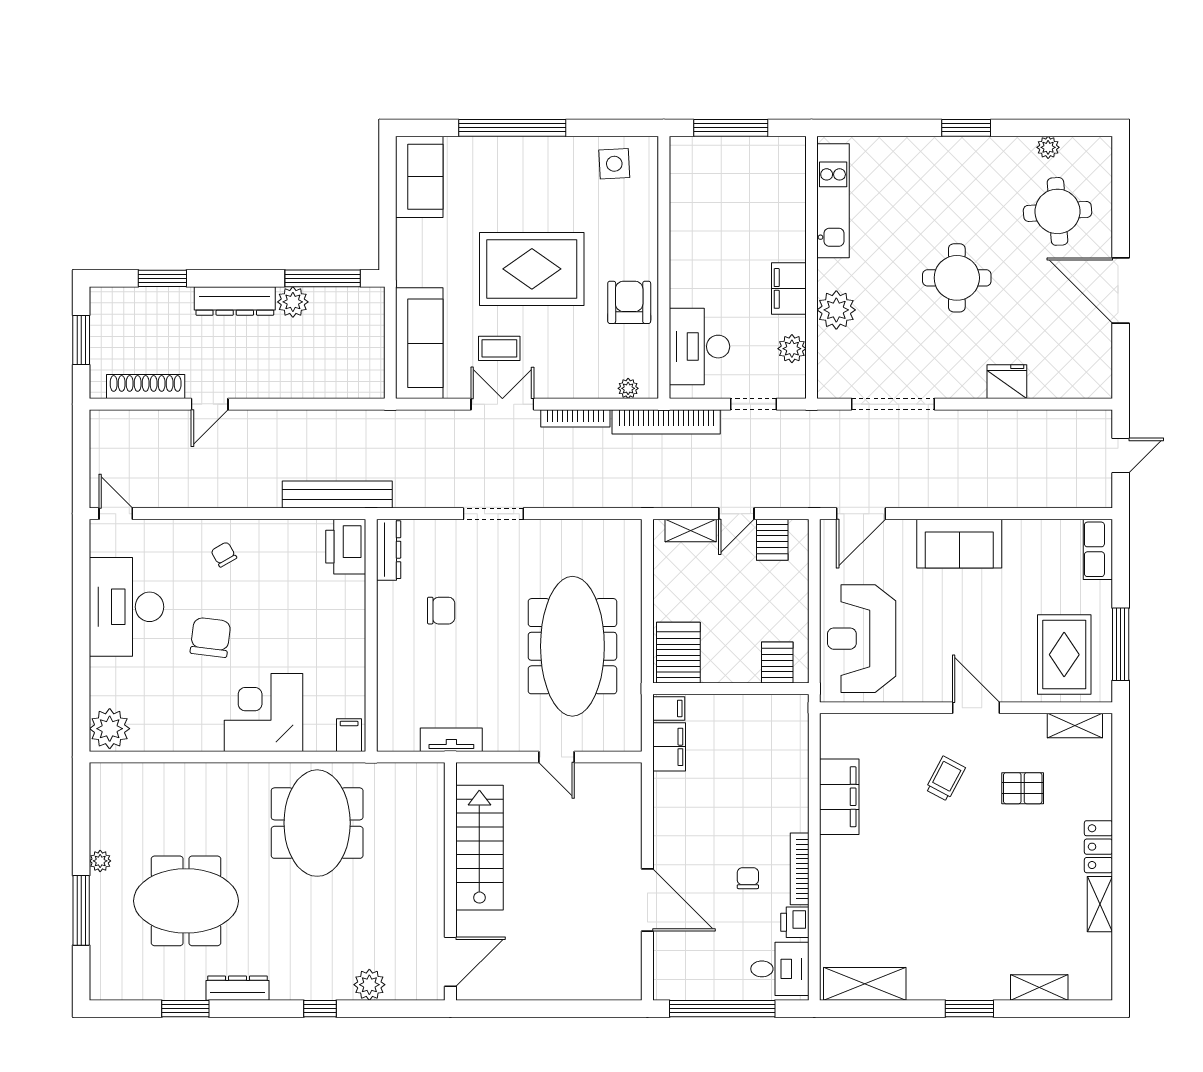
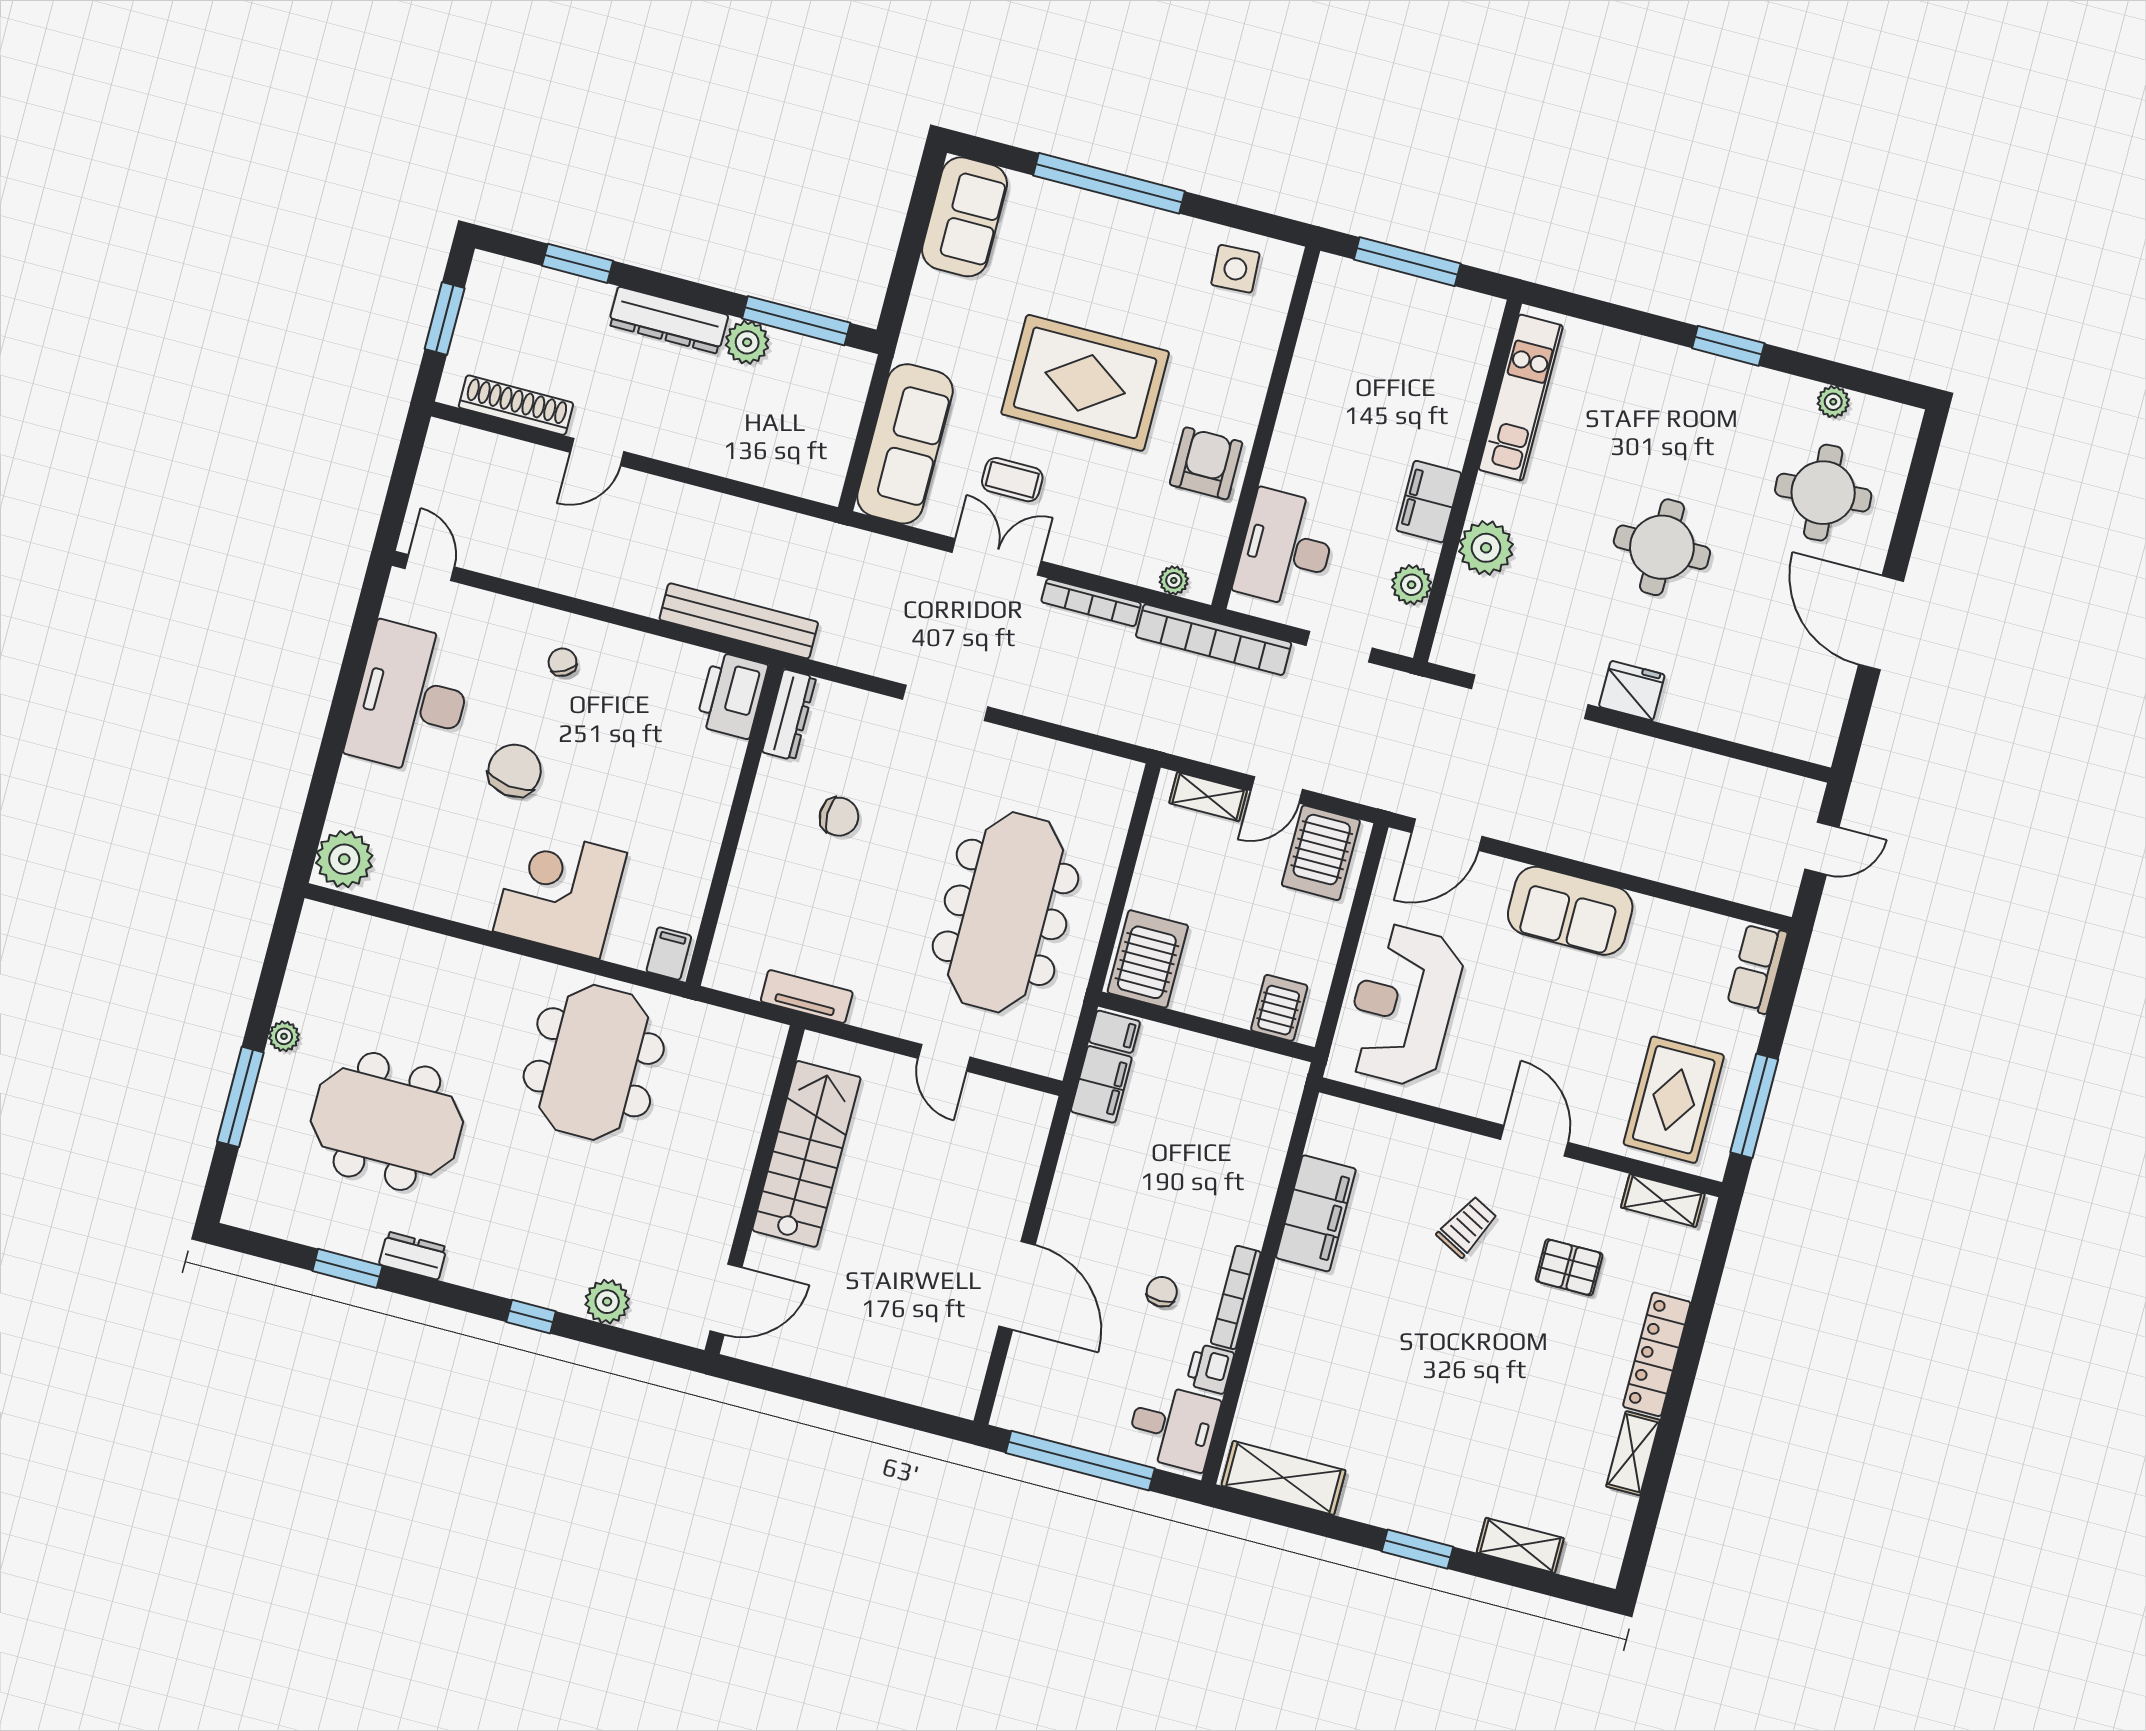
fridge: (1007, 382) -> (1632, 691), moved
server rack: (772, 540) -> (1321, 853), width x1.36, depth x1.44
locker: (1098, 847) -> (1657, 1354), width x1.53
dresser: (237, 988) -> (413, 1256), width x0.70

